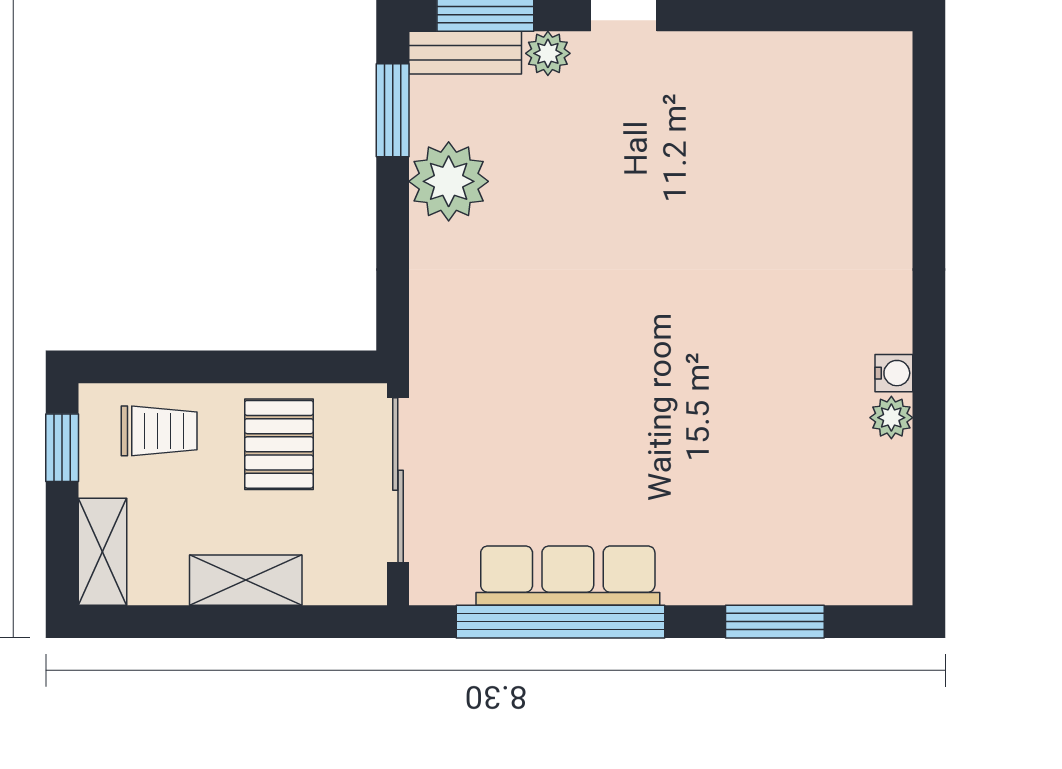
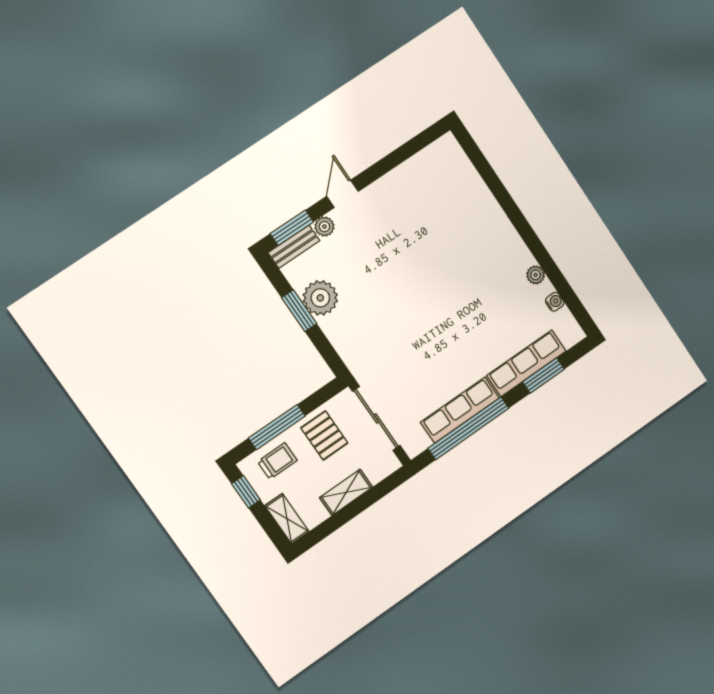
window: (393, 110) -> (299, 311), moved
window: (202, 367) -> (277, 427), added
water cooler: (894, 373) -> (555, 302), moved
row of seats: (758, 575) -> (526, 363), added

